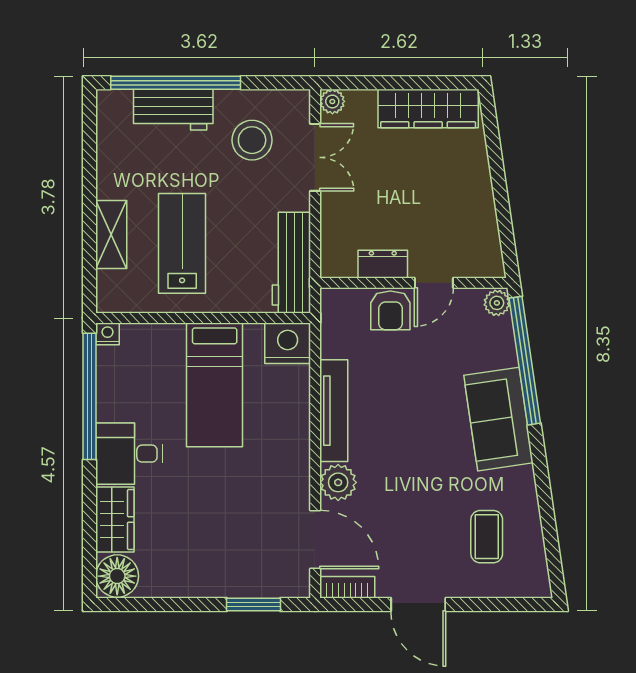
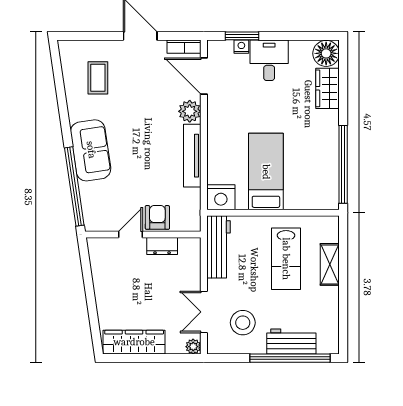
plant: (497, 303) -> (92, 222), removed
nightstand: (108, 334) -> (241, 47), moved, turned 180
desk: (129, 454) -> (269, 60), moved, turned -90

